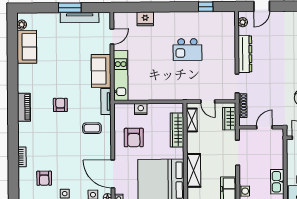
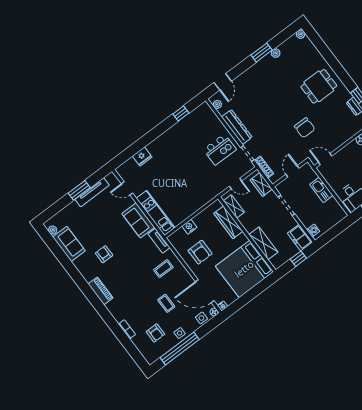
door: (112, 36) -> (127, 188), swing flipped
kitchen island: (187, 50) -> (220, 149), moved
armchair: (60, 105) -> (104, 254), moved
coffee table: (72, 160) -> (166, 303), added
kitchen sink: (277, 182) -> (321, 190), moved

